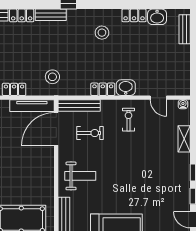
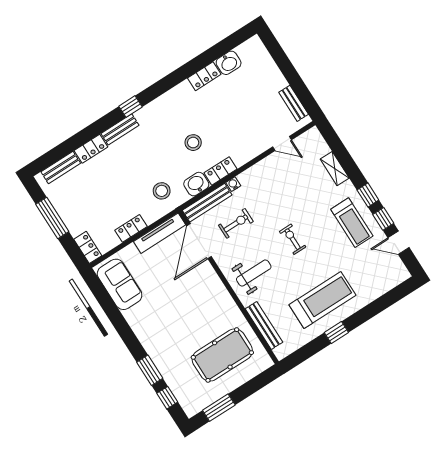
bench: (185, 29) -> (294, 103), moved
stool: (102, 33) -> (193, 143), moved
washbasin: (126, 88) -> (196, 184), moved
water cooler: (183, 104) -> (233, 184), moved
exercise bike: (128, 120) -> (293, 239), moved
treadmill: (172, 185) -> (352, 223), added

